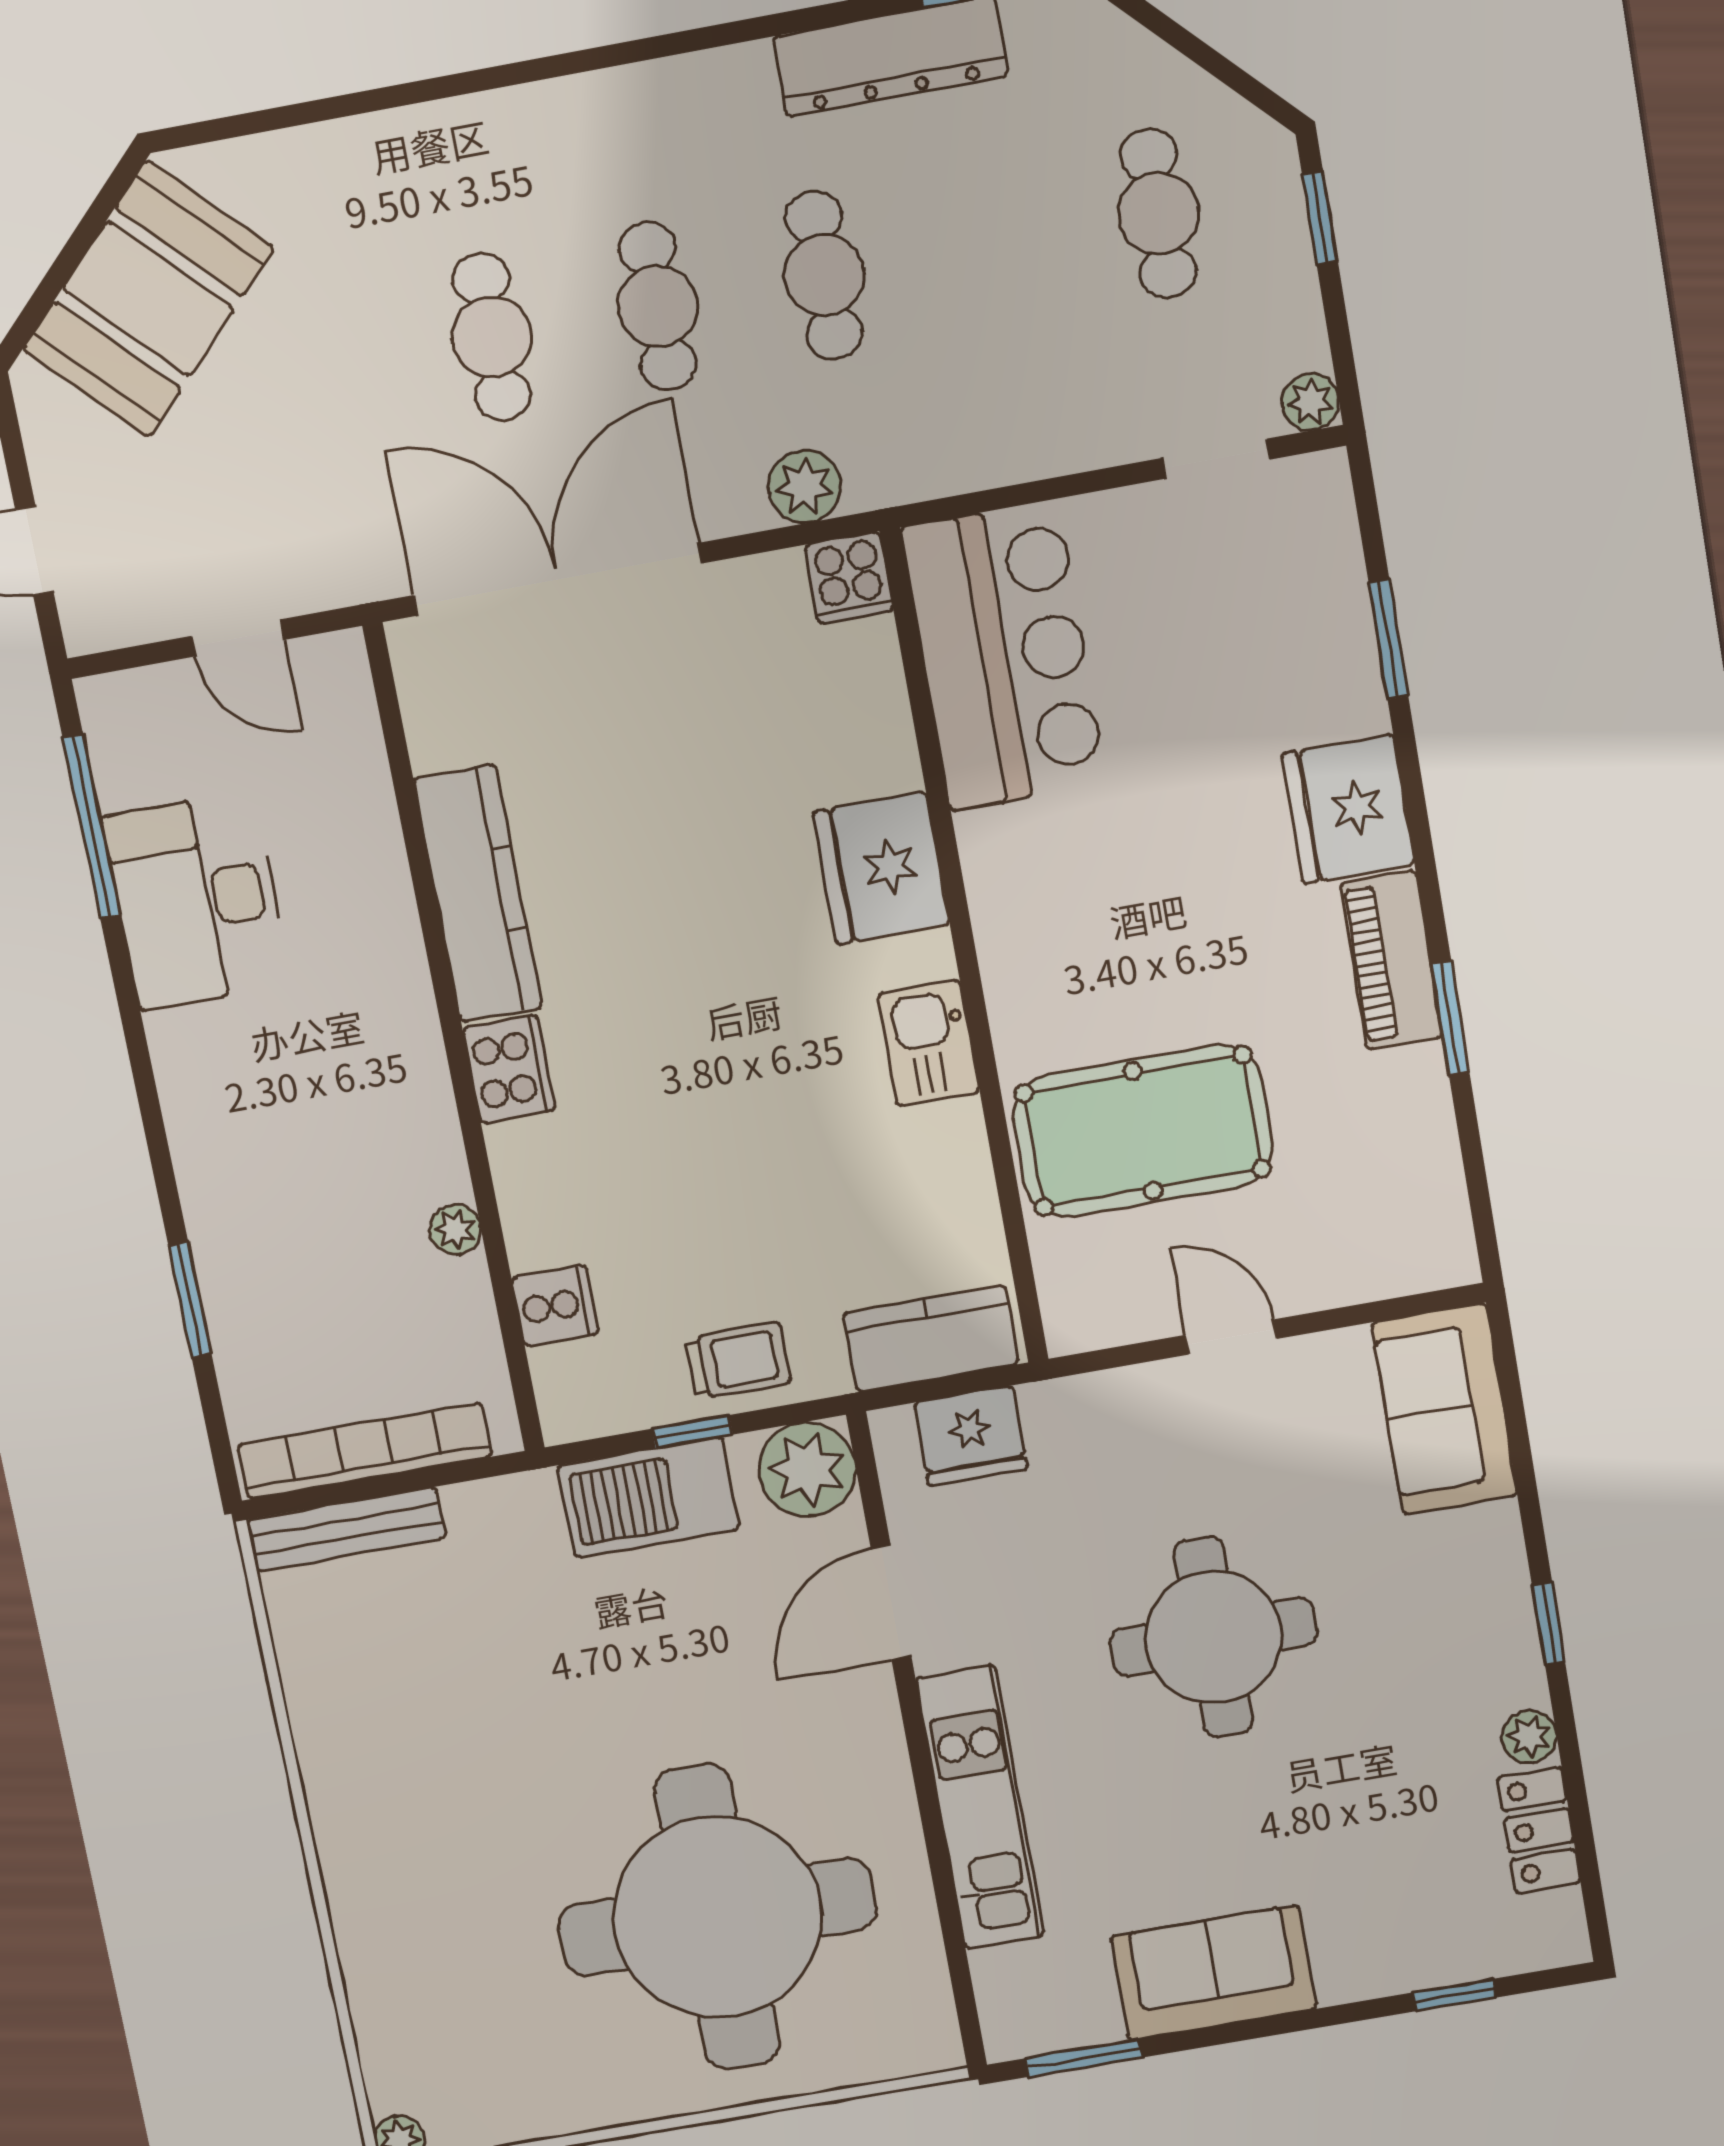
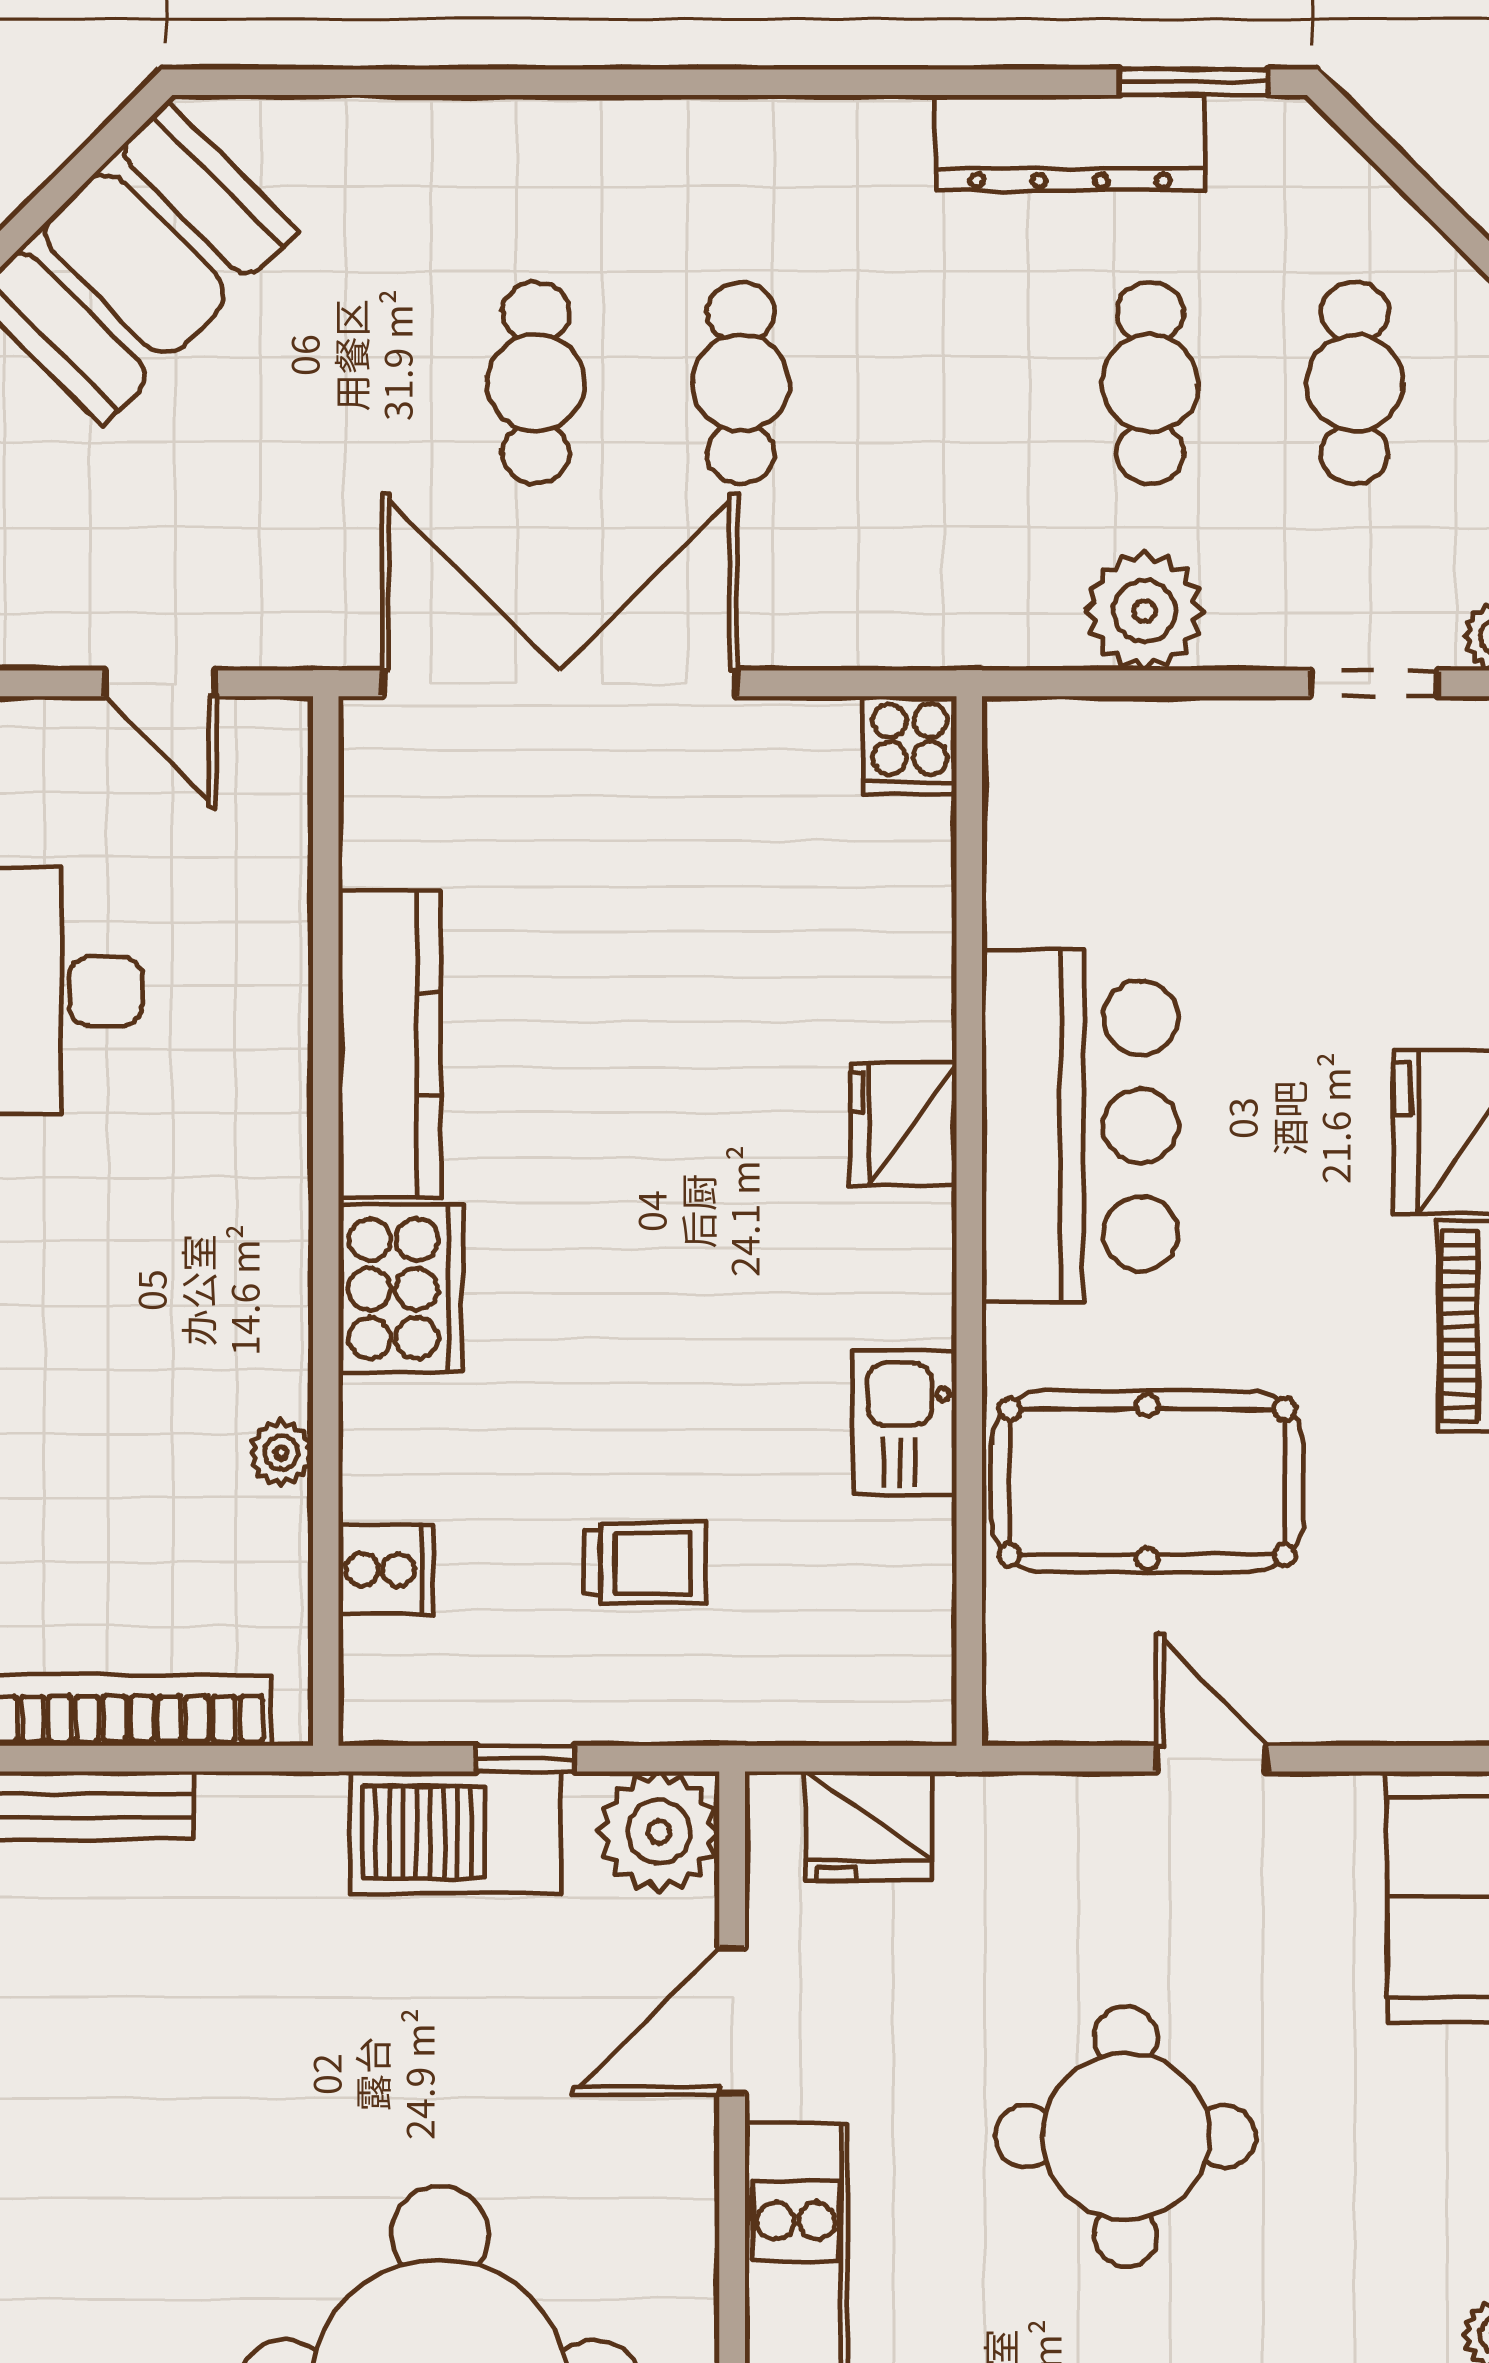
cafe table: (824, 275) -> (1150, 383), moved
plant: (804, 487) -> (1144, 611), moved, width x1.36, depth x1.36
bar counter: (1004, 656) -> (1080, 1126), moved
fridge: (881, 868) -> (903, 1124), width x0.73, depth x0.75
kitchen sink: (929, 1043) -> (905, 1423), moved
cooker: (509, 1069) -> (401, 1289), width x1.37, depth x1.31
kitchen counter: (931, 1339) -> (841, 1694), removed
trolley: (738, 1360) -> (644, 1563), moved

